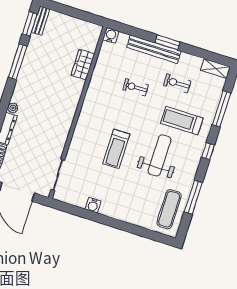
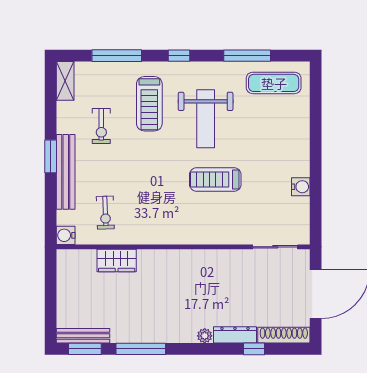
bench: (41, 21) -> (83, 336), width x1.36
exercise bike: (136, 87) -> (105, 213), moved
treadmill: (116, 149) -> (215, 180), turned 180
weight bench: (159, 155) -> (206, 119), turned -90

